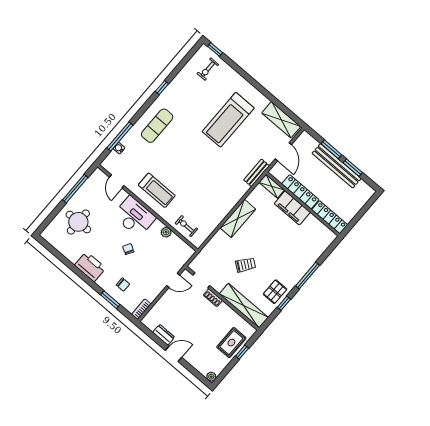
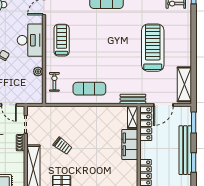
treadmill: (228, 120) -> (153, 48), turned 90
window: (331, 149) -> (194, 122), moved
treadmill: (157, 190) -> (62, 40), turned 180
locker: (300, 192) -> (146, 124), moved
exercise mat: (217, 202) -> (89, 89), added
shelving: (238, 218) -> (90, 113), removed

